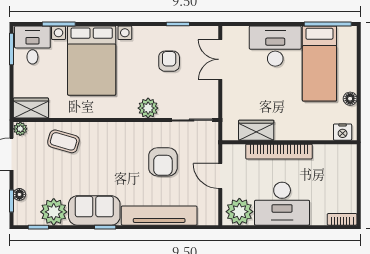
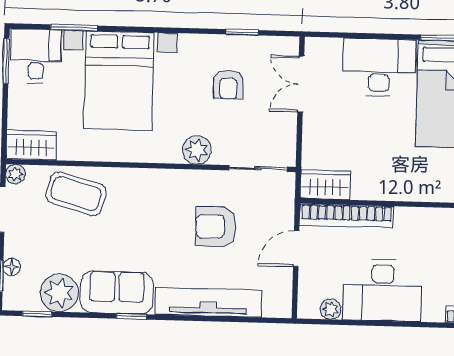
armchair: (169, 61) -> (228, 84), turned 180
wardrobe: (256, 130) -> (325, 185), moved
coffee table: (63, 141) -> (76, 194), width x1.36, depth x1.30
bookcase: (279, 152) -> (347, 216), moved
armchair: (163, 162) -> (216, 227), turned 90
door: (220, 176) -> (296, 249), hinge flipped
plant: (239, 212) -> (331, 309), width x0.53, depth x0.53

